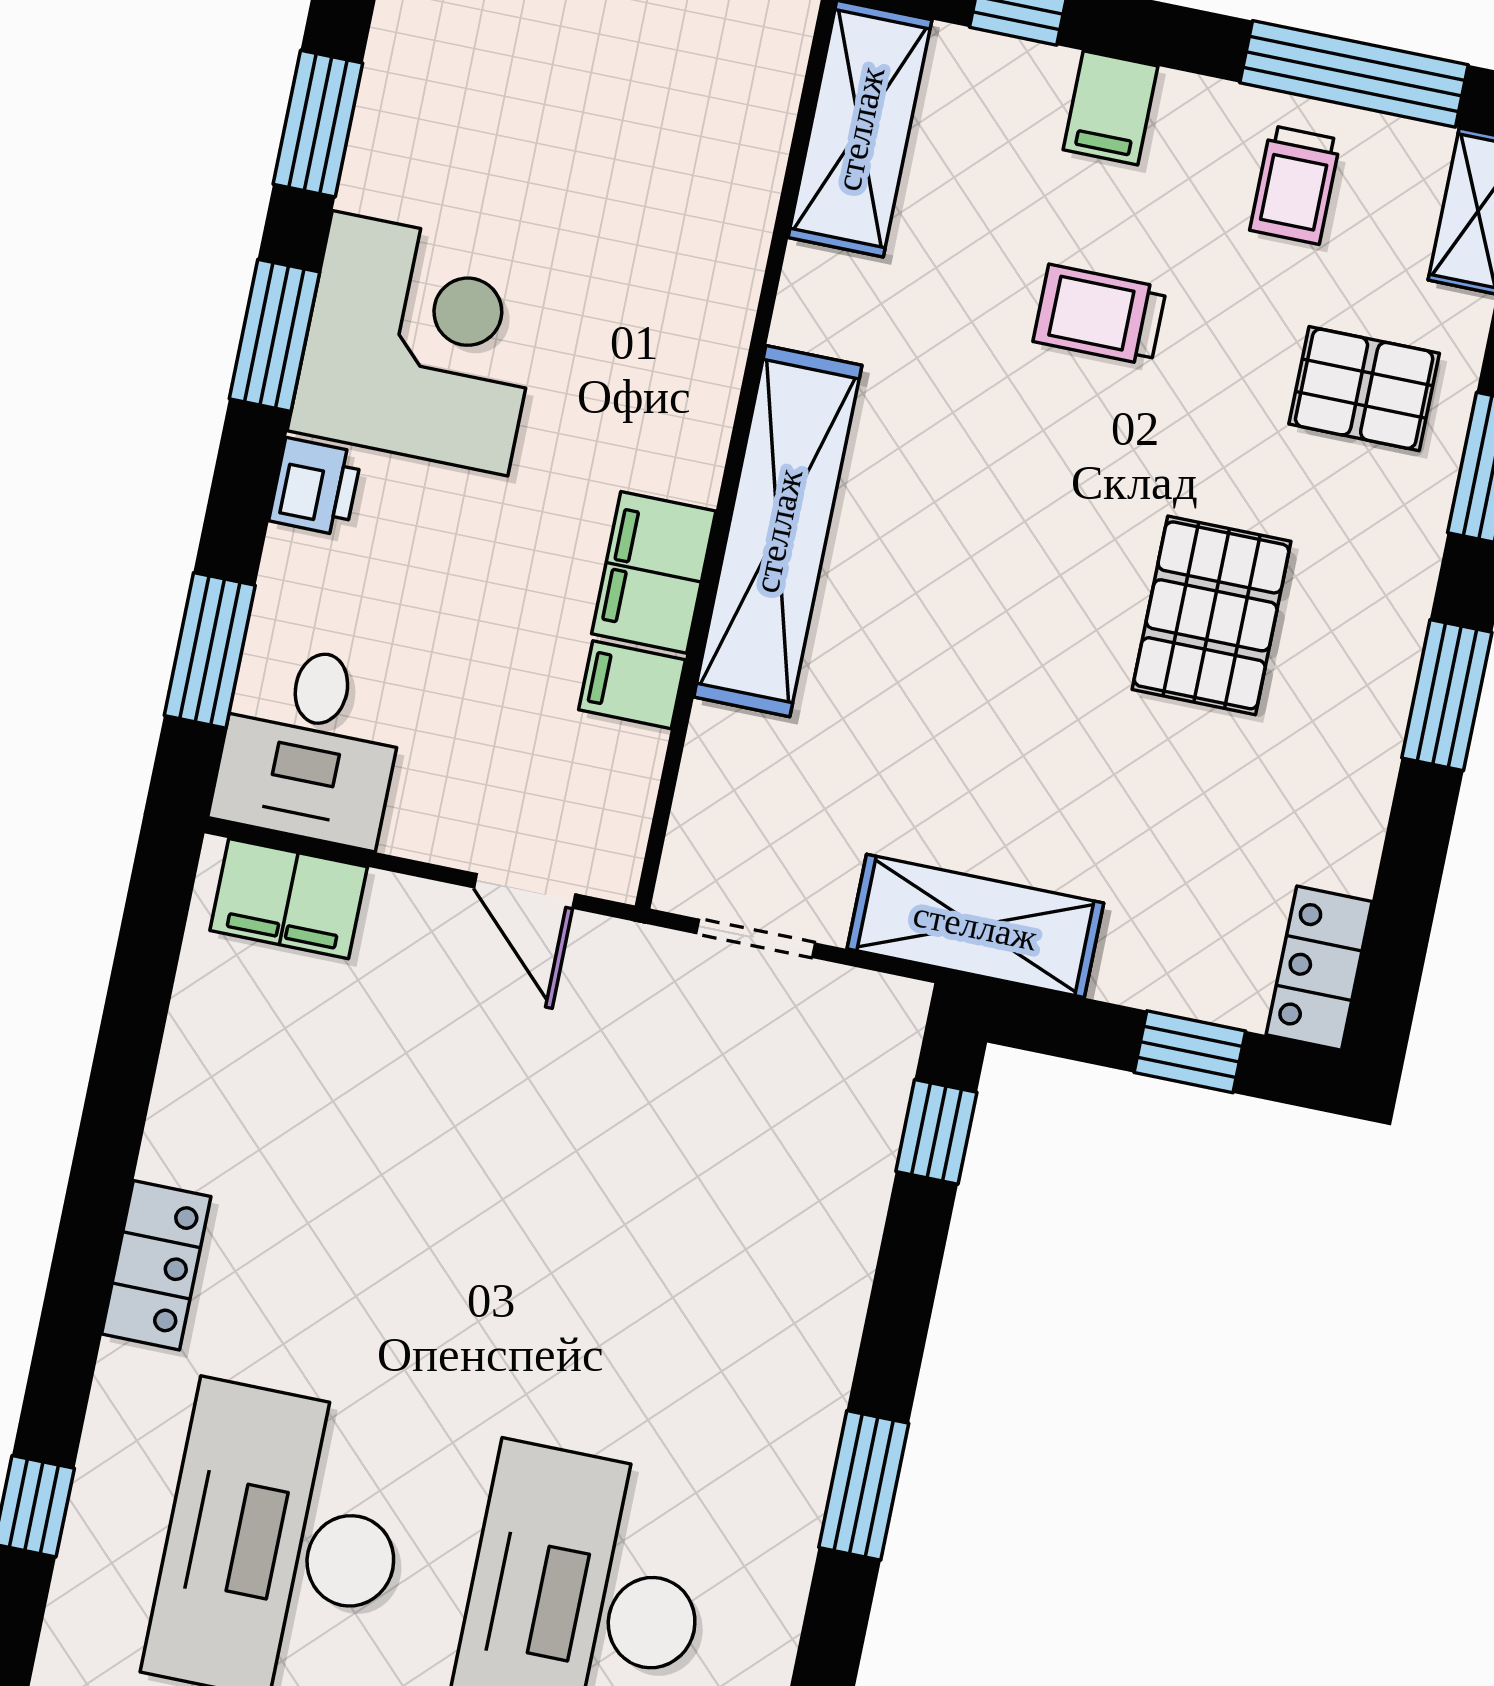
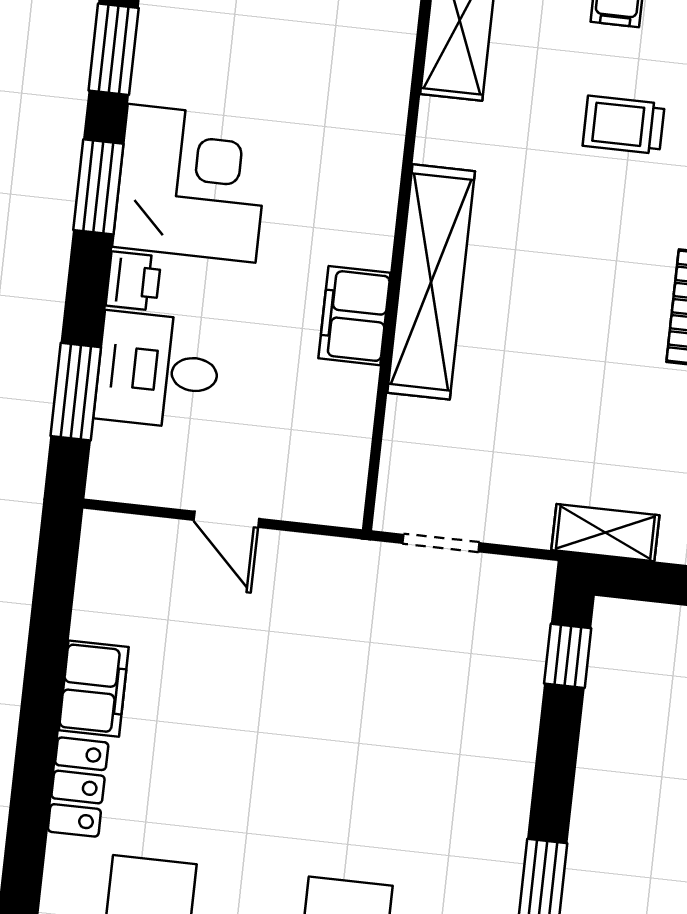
filing cabinet: (632, 685) -> (347, 389), removed
desk: (310, 745) -> (158, 371), moved, turned 90
door: (525, 891) -> (226, 519), moved
filing cabinet: (289, 899) -> (94, 689), moved, turned -90
shelving: (975, 926) -> (605, 533), width x0.67, depth x0.75

